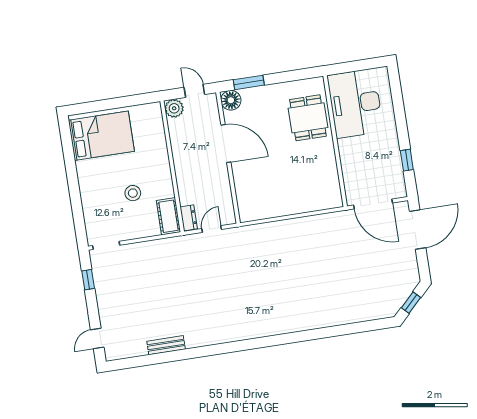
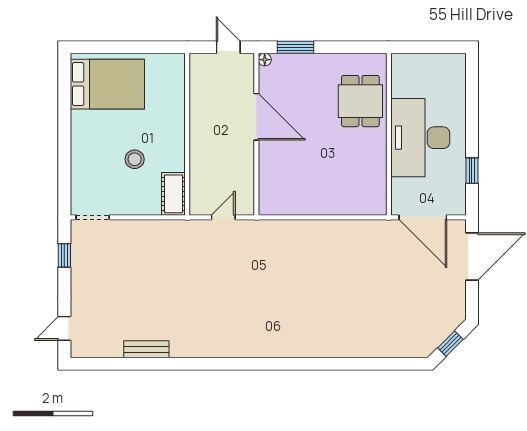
floor lamp: (231, 100) -> (265, 60), width x0.53, depth x0.53
desk: (355, 103) -> (420, 138), moved
plant: (174, 108) -> (200, 64), removed
dresser: (189, 218) -> (198, 200), removed

